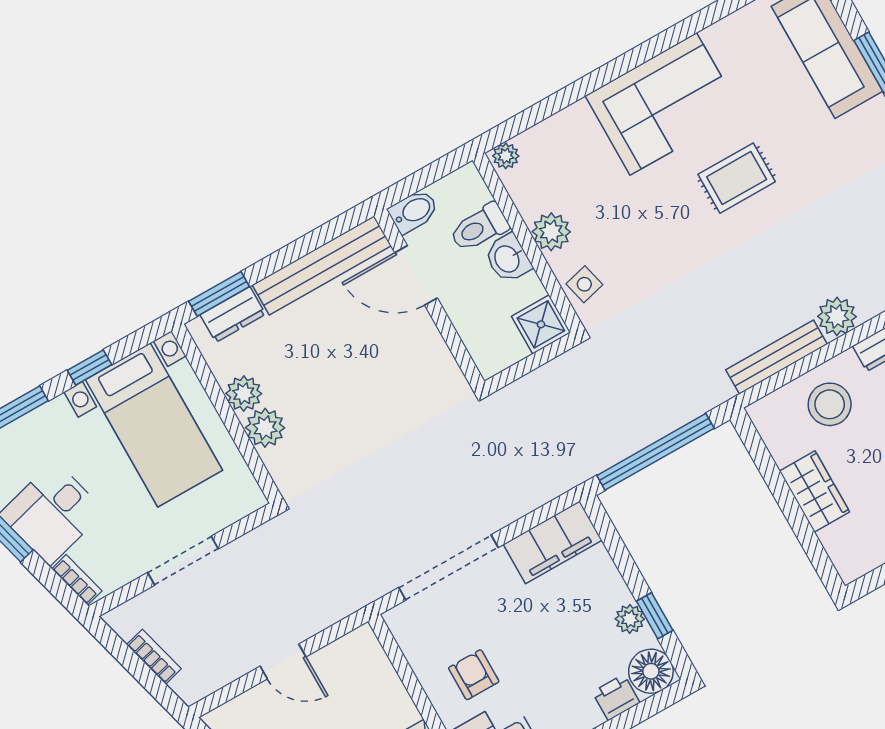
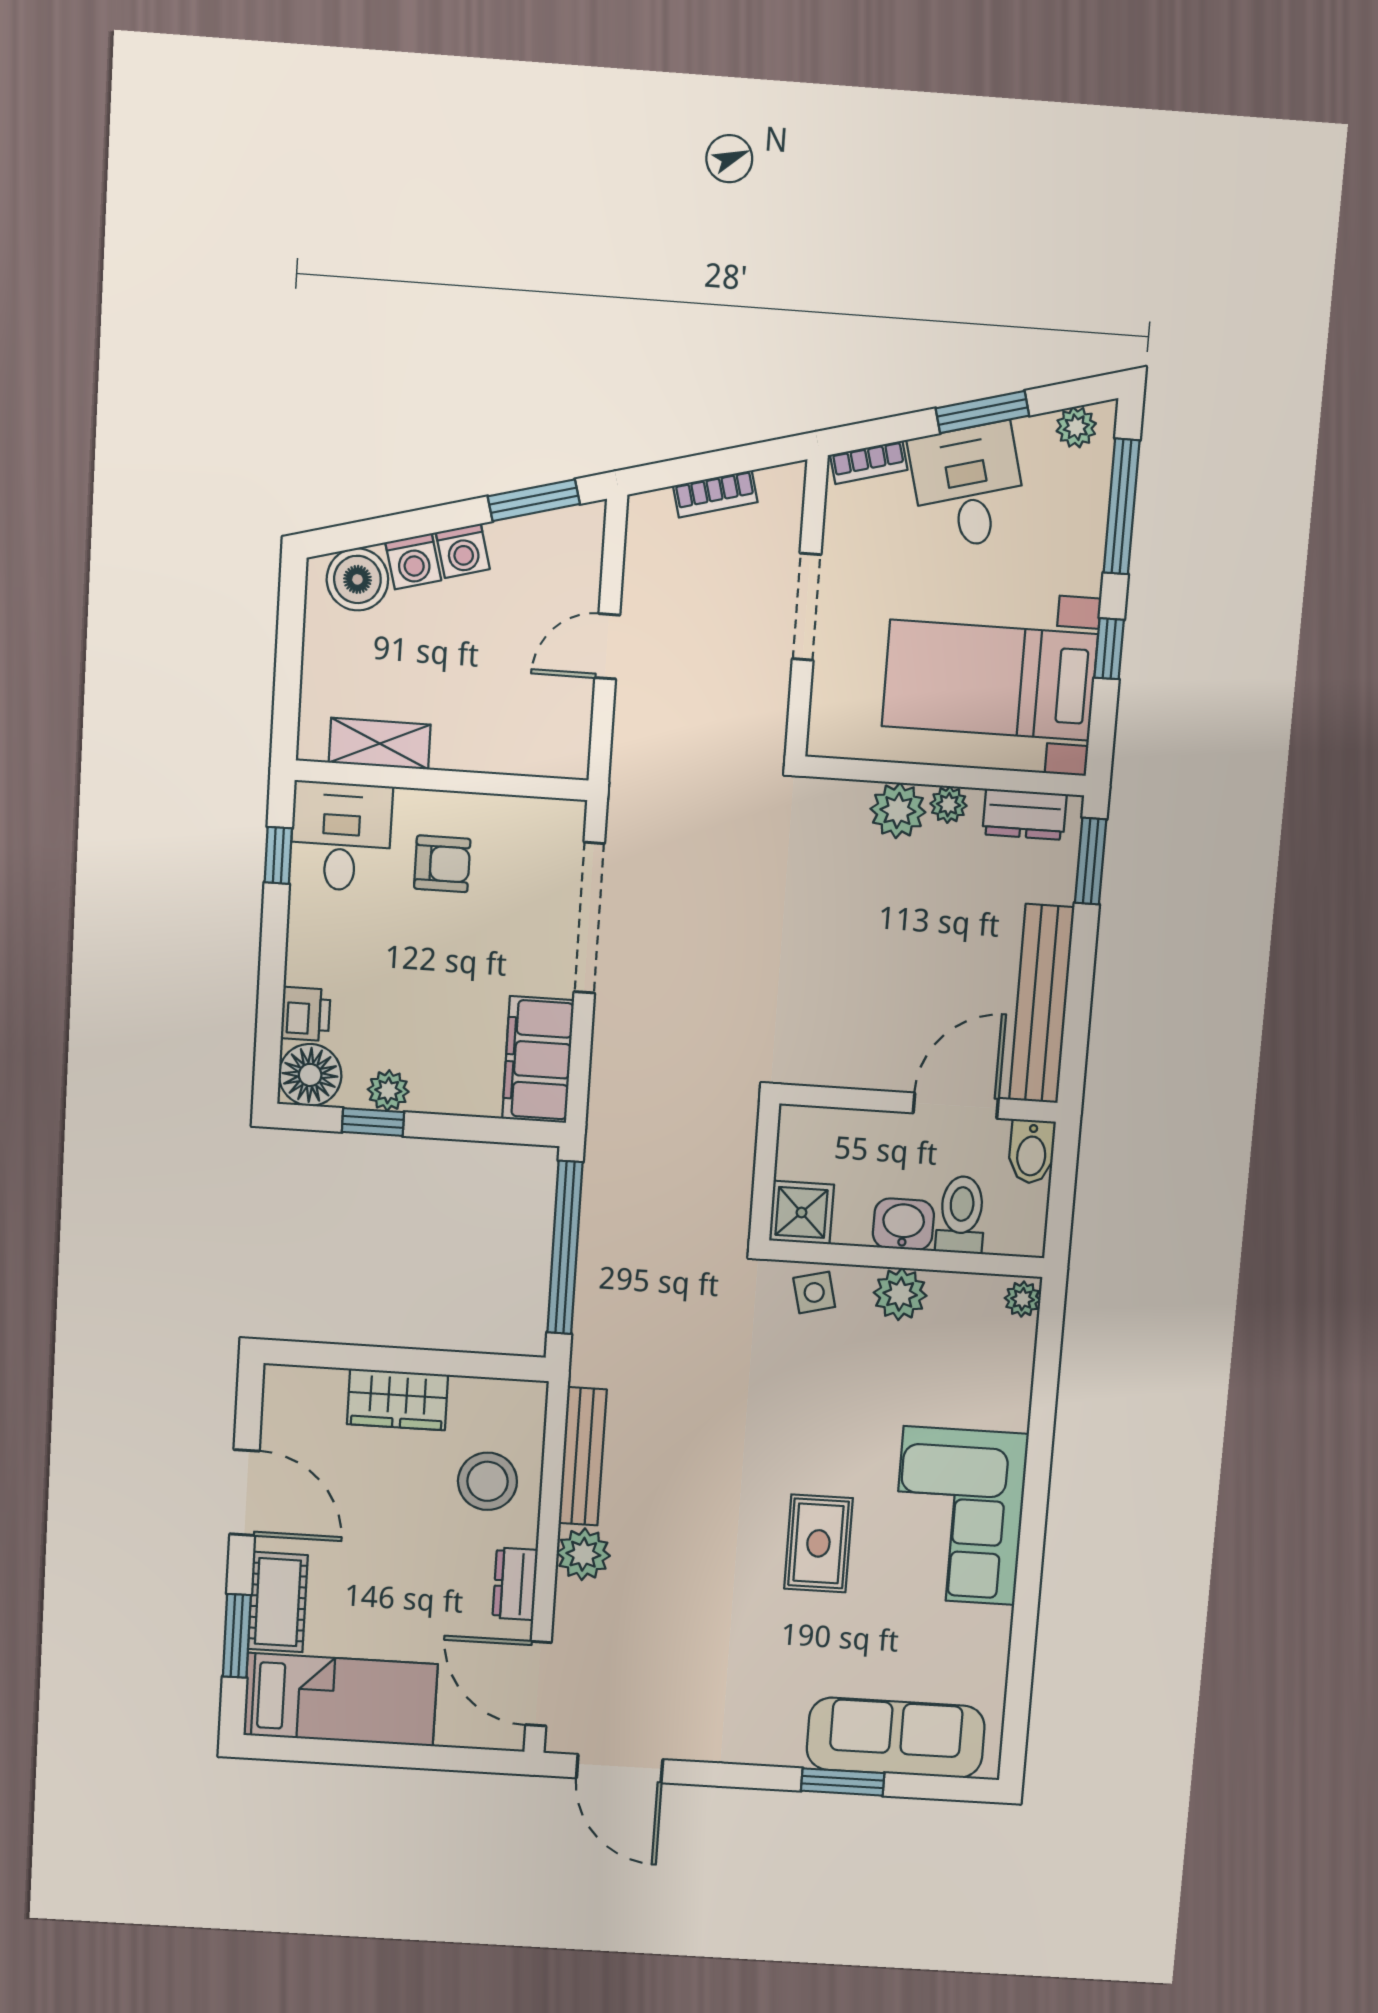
dresser: (233, 314) -> (1025, 814), moved, turned -90
plant: (244, 394) -> (949, 805), width x0.73, depth x0.73

